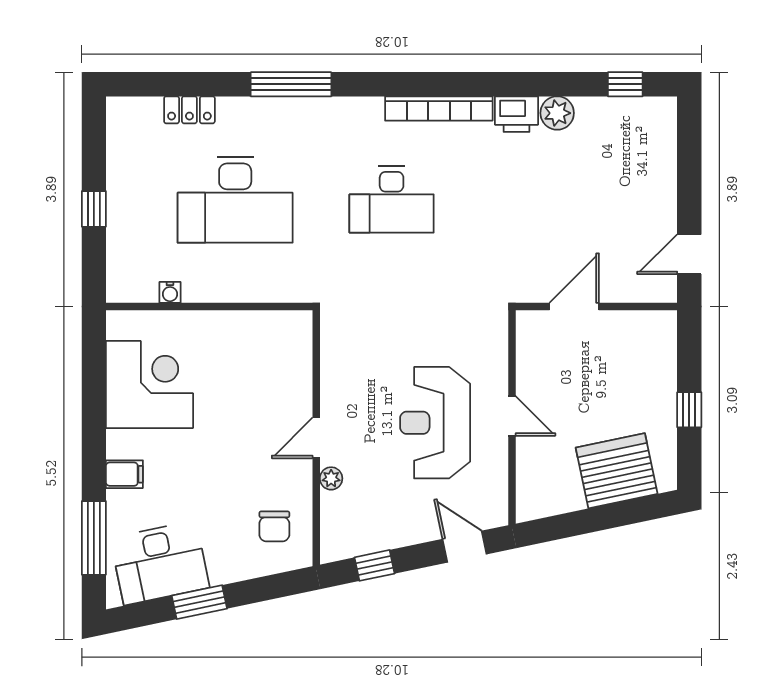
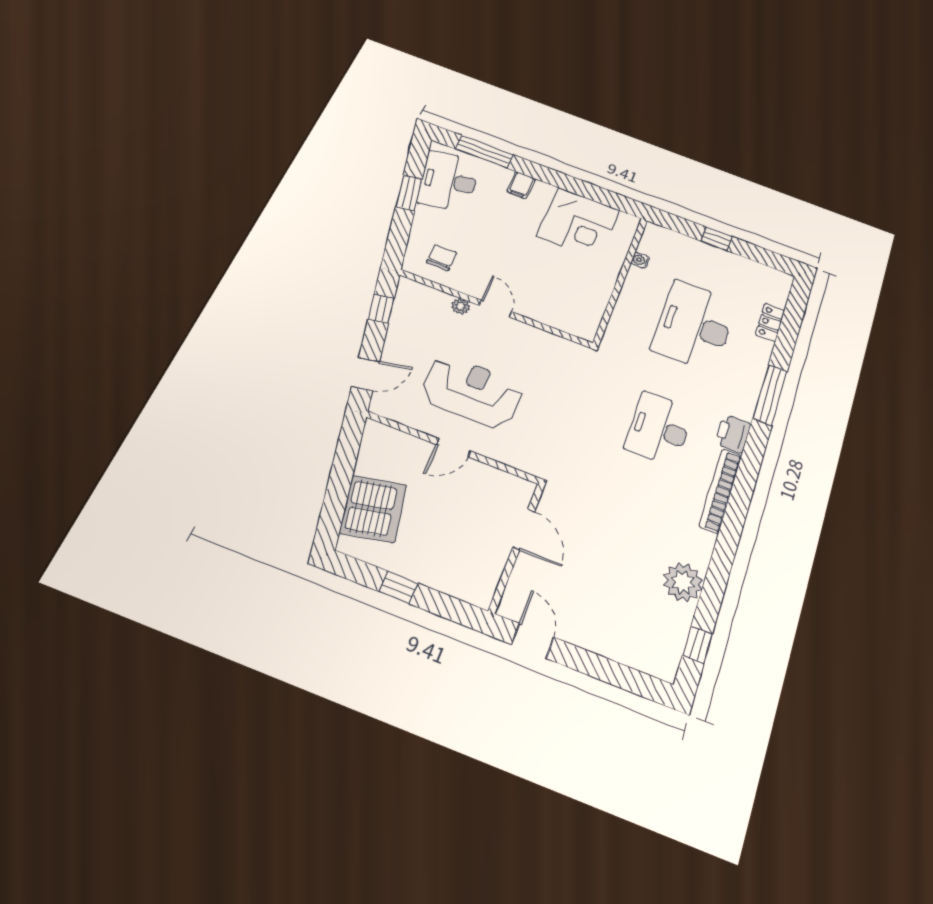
plant: (557, 113) -> (683, 582), width x1.36, depth x1.36
printer: (516, 114) -> (733, 434), moved
chair: (274, 526) -> (442, 258), turned 90

